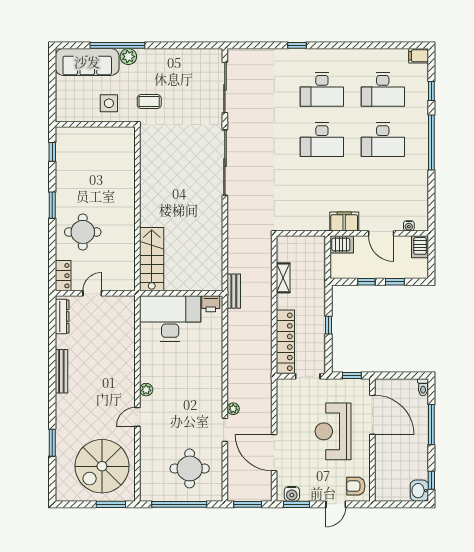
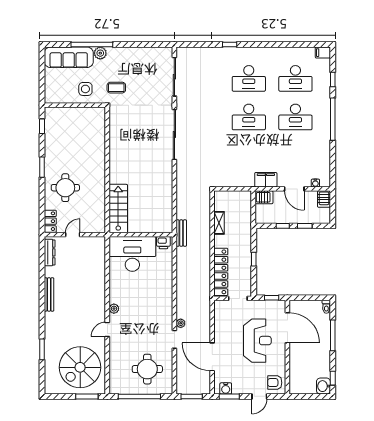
reception desk: (333, 431) -> (257, 341), turned 180

